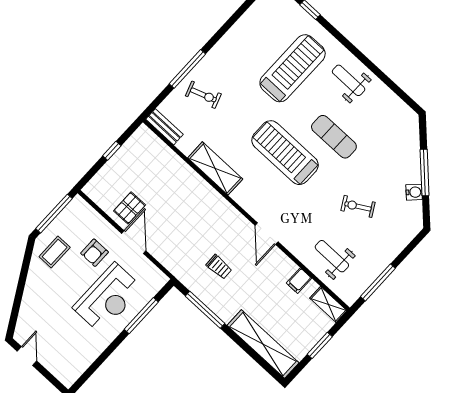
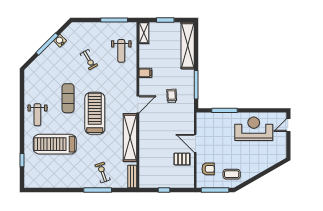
treadmill: (285, 153) -> (95, 113), turned 180
shelving: (215, 168) -> (130, 137), width x1.47
door: (267, 234) -> (138, 104), moved
door: (134, 242) -> (195, 143), hinge flipped
armchair: (94, 253) -> (208, 169), moved
filing cabinet: (299, 281) -> (145, 73), moved
reception desk: (108, 298) -> (254, 129), moved
door: (27, 356) -> (288, 125), moved

